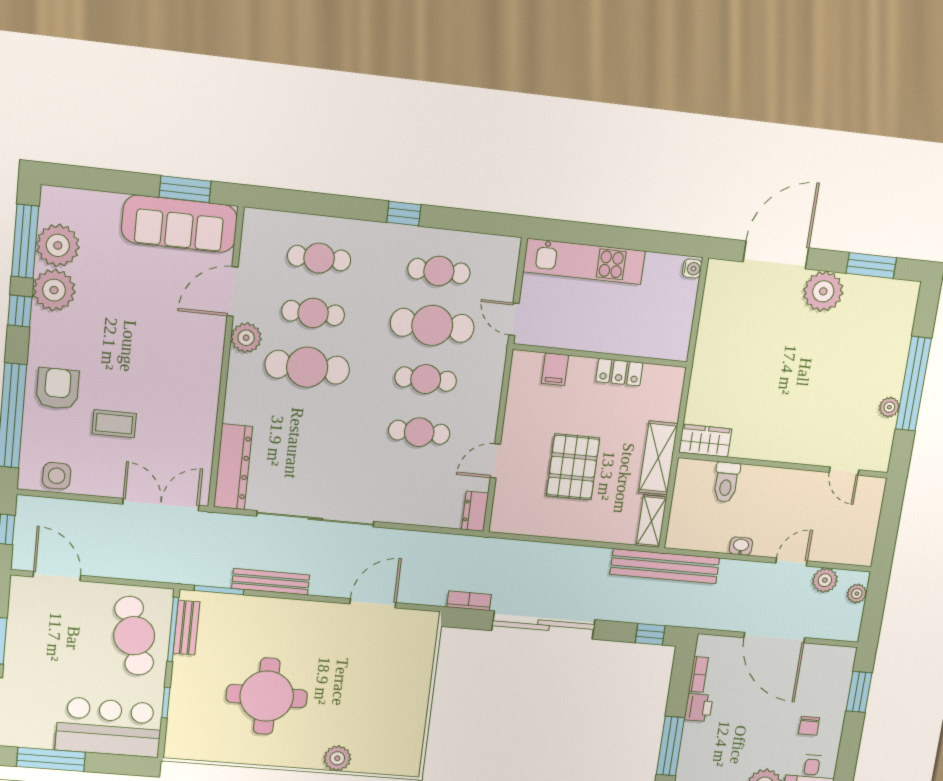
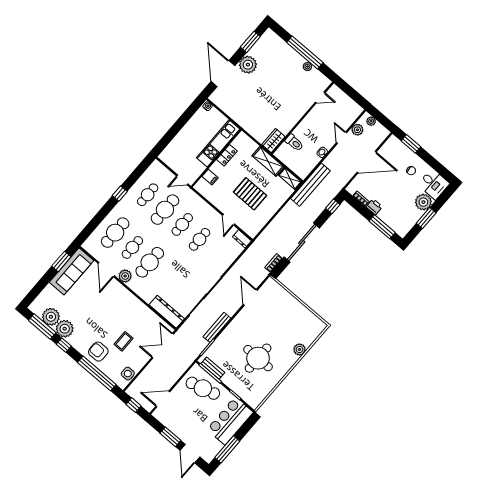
cafe table: (319, 258) -> (115, 233), width x1.37, depth x1.35
kitchen unit: (584, 261) -> (218, 143), moved, turned 180

